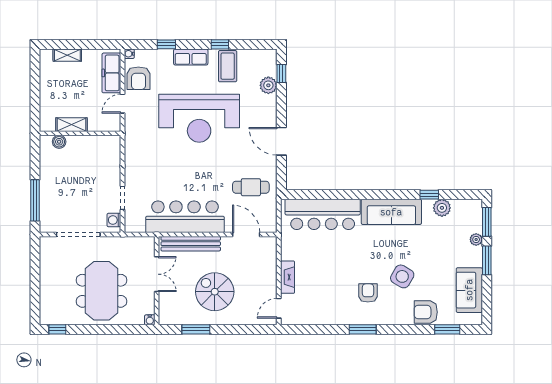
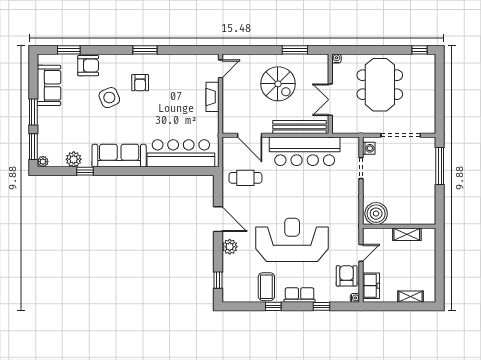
freezer: (111, 73) -> (371, 286), width x0.71
plant: (268, 85) -> (230, 247), moved
boiler: (59, 142) -> (376, 214), moved, width x1.86, depth x1.86
plant: (476, 239) -> (43, 162), moved
side table: (402, 276) -> (109, 98), turned 37

